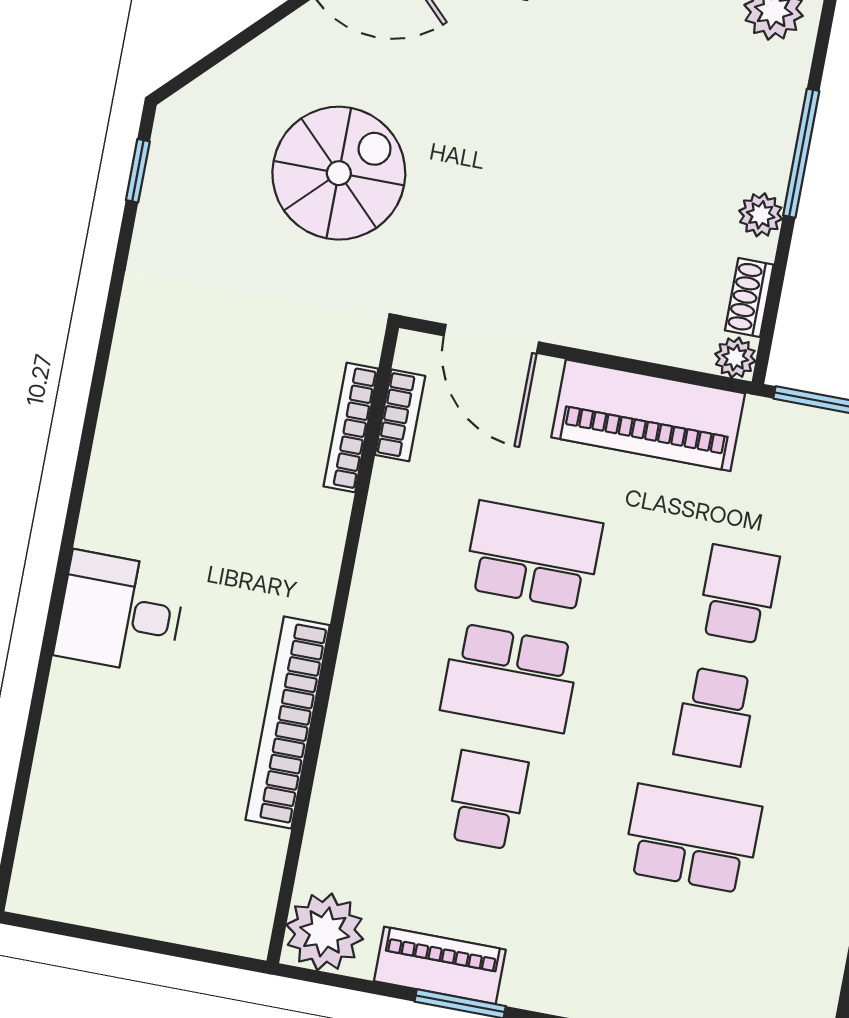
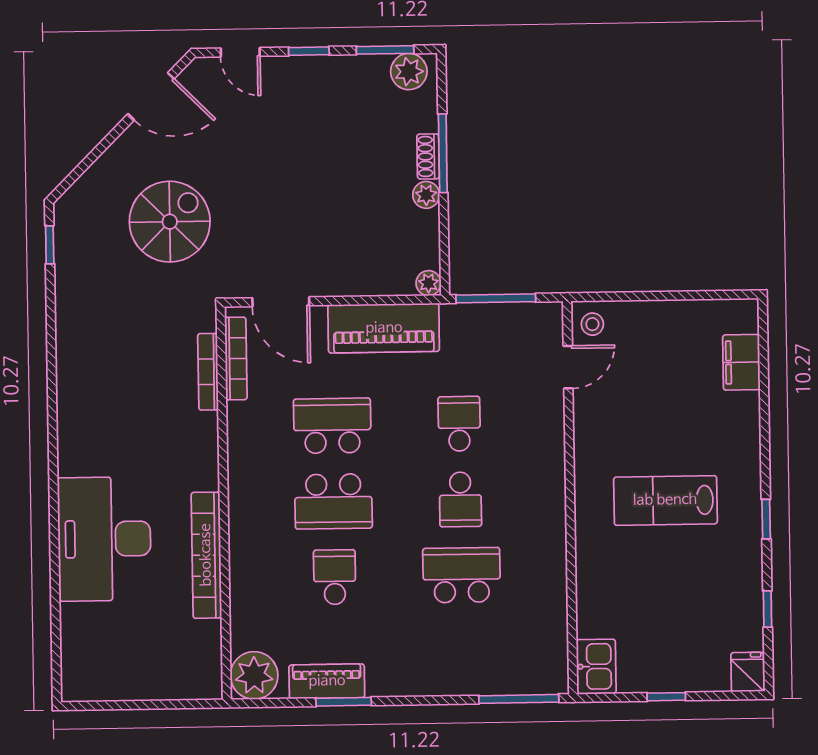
shoe rack: (749, 298) -> (428, 156), moved
bookcase: (400, 415) -> (236, 358), width x1.56
desk: (120, 613) -> (104, 539), width x1.87, depth x1.30

